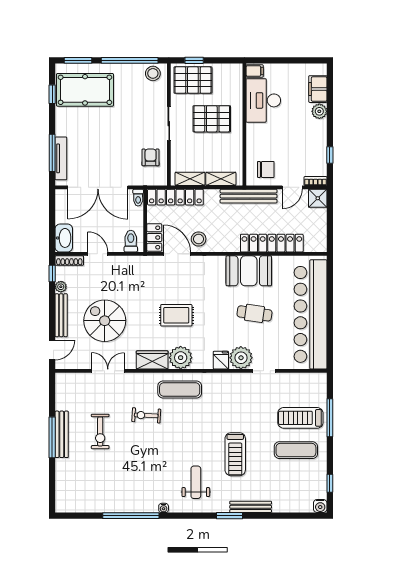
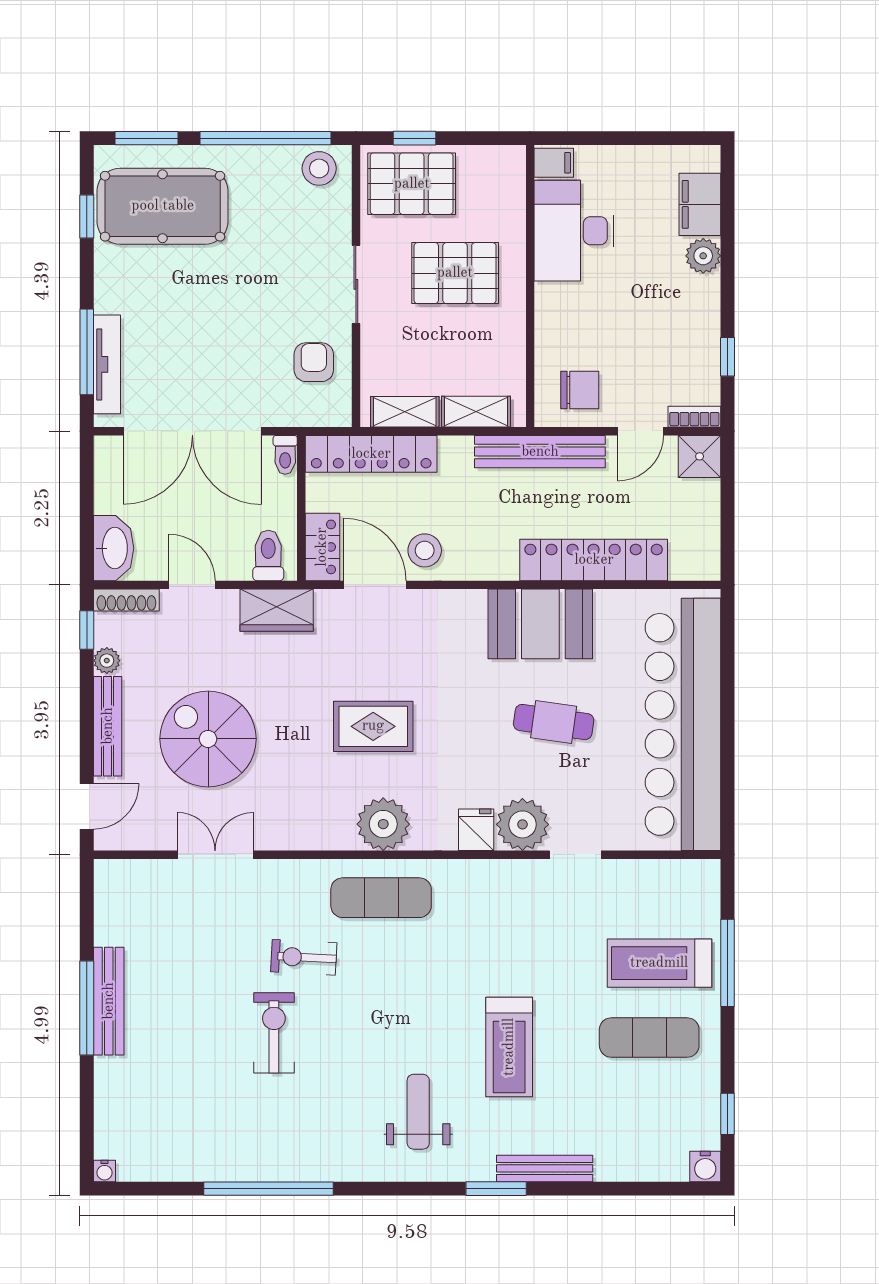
wardrobe: (152, 360) -> (277, 610), moved, turned 180
exercise bike: (100, 431) -> (274, 1033), moved, turned 180
water cooler: (164, 508) -> (105, 1171), moved

